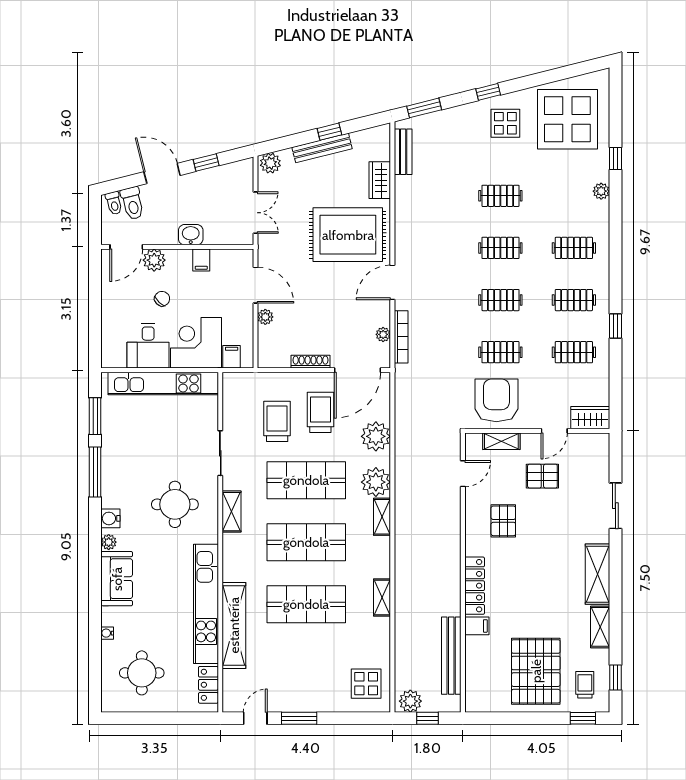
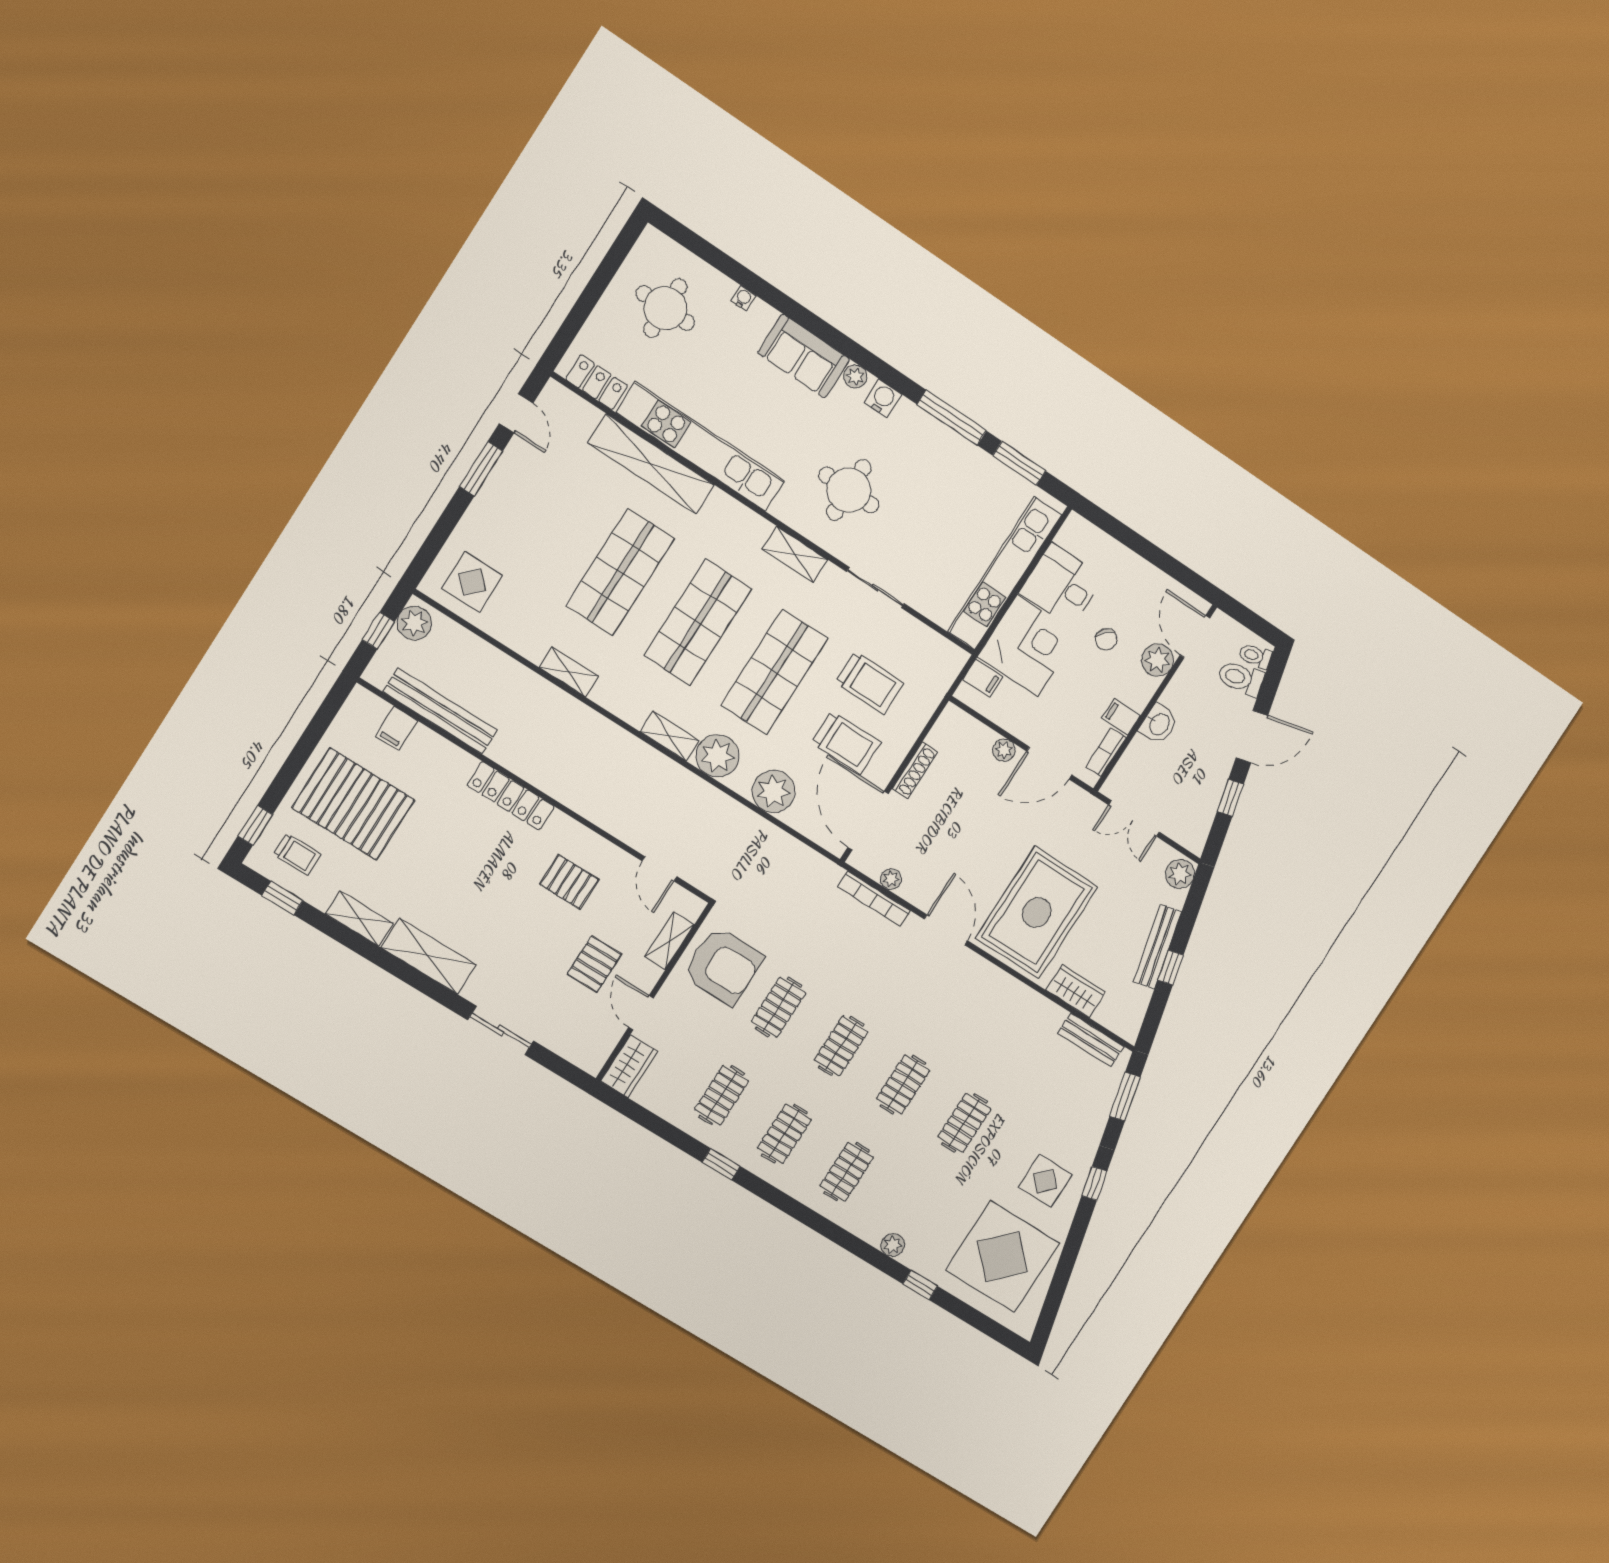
bookcase: (227, 255) -> (1106, 752), added
filing cabinet: (477, 626) -> (396, 728), moved

